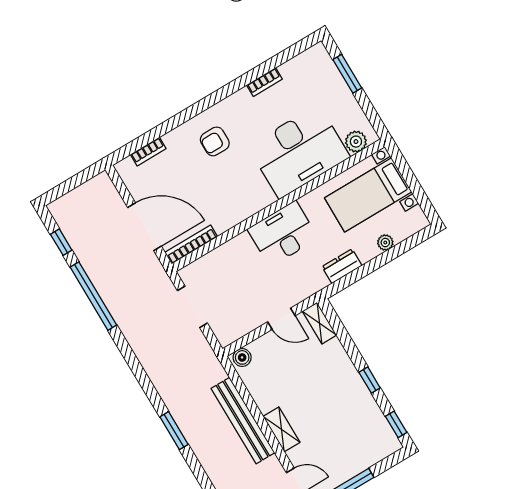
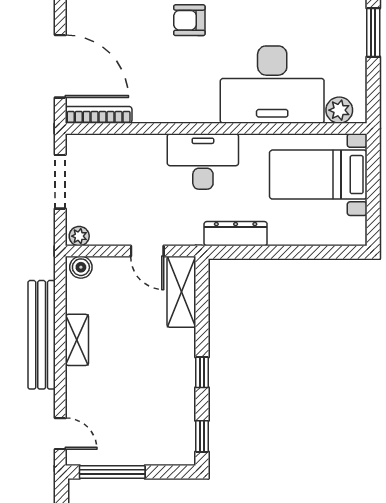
plant: (385, 243) -> (79, 236), moved
dresser: (342, 266) -> (236, 234), width x1.44
shelving: (319, 323) -> (181, 292), width x1.50, depth x1.33
shelving: (281, 429) -> (77, 340), moved

